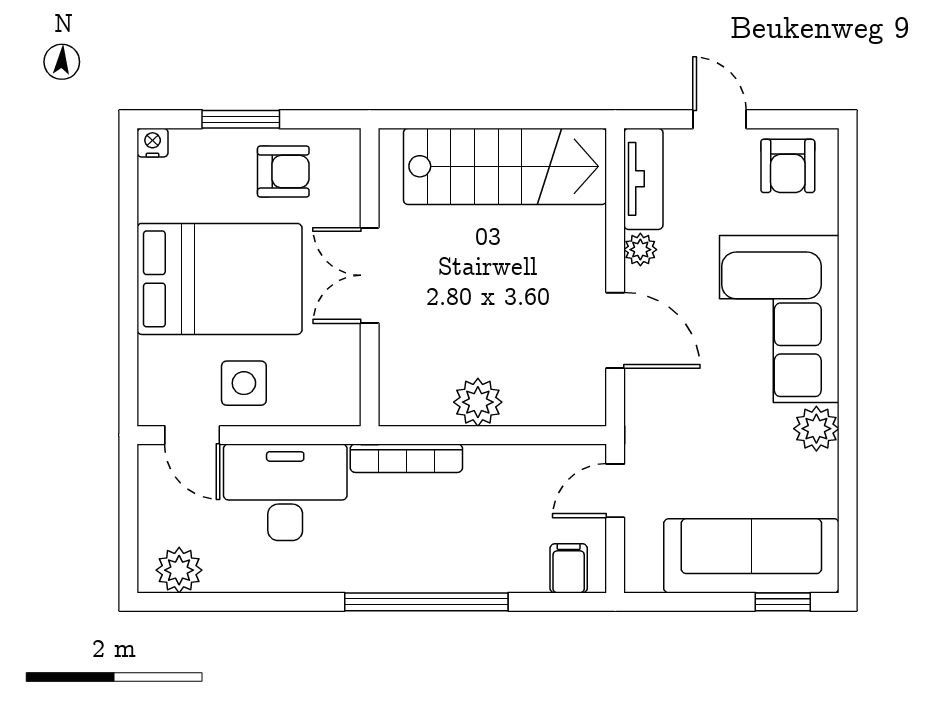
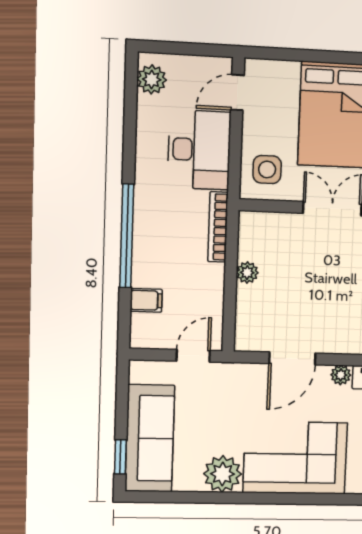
side table: (244, 383) -> (267, 169), moved
plant: (478, 402) -> (247, 273), width x0.73, depth x0.73
plant: (816, 429) -> (222, 474), width x1.36, depth x1.36
door: (615, 491) -> (193, 356), hinge flipped
filing cabinet: (569, 568) -> (146, 300), moved

